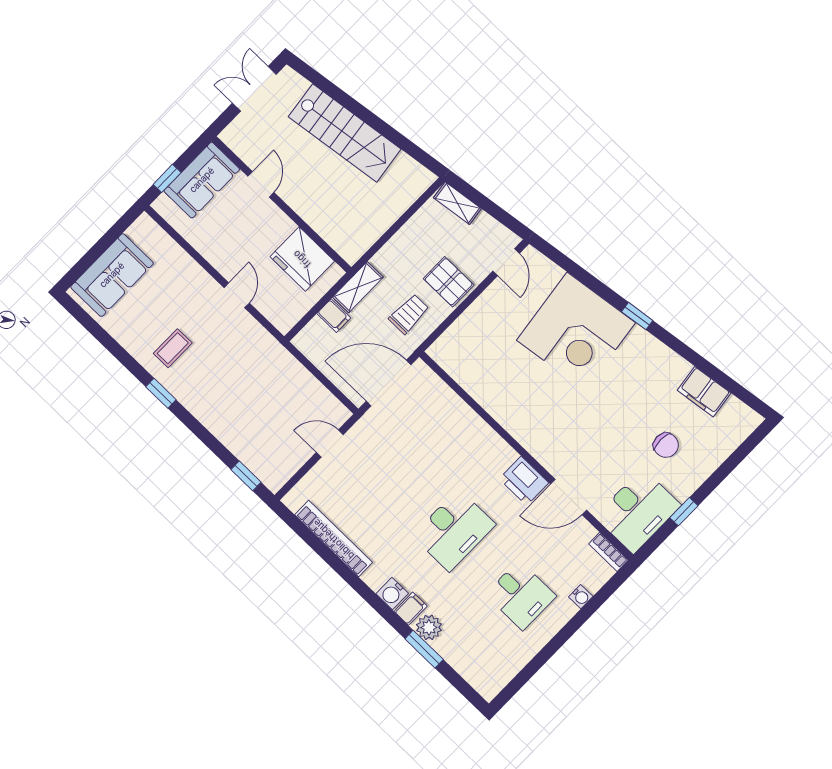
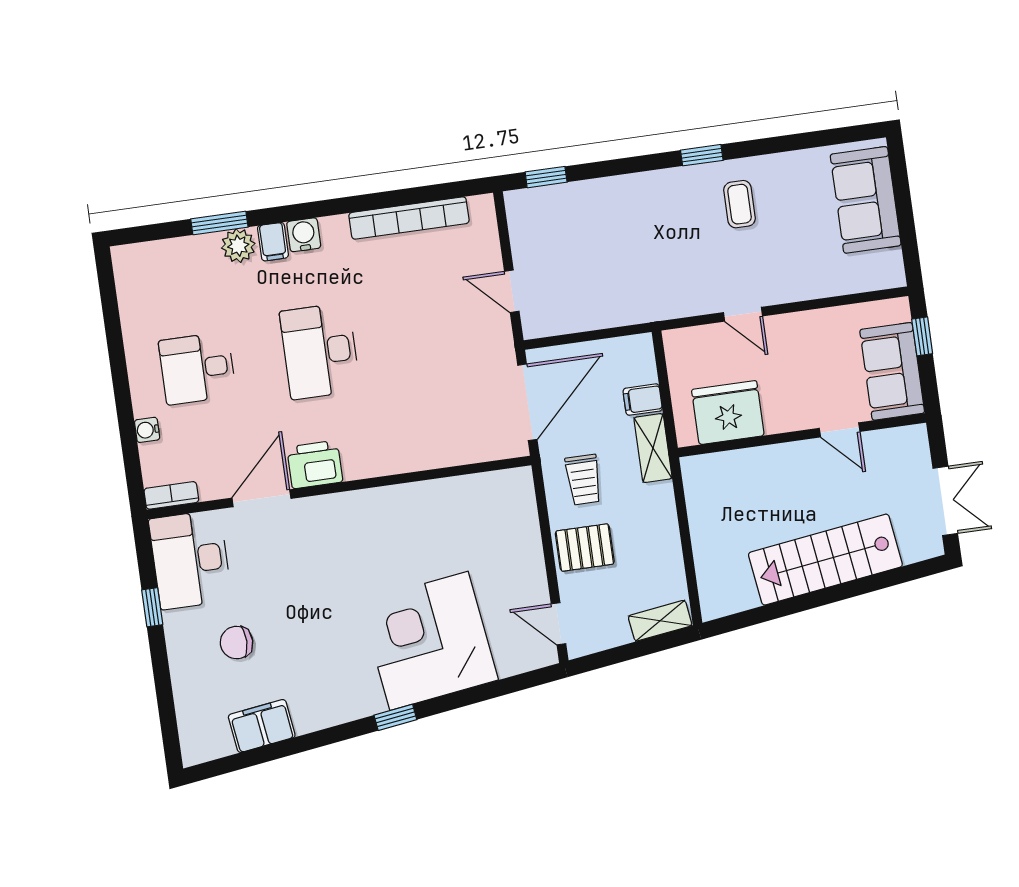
door: (330, 444) -> (512, 291), swing flipped

